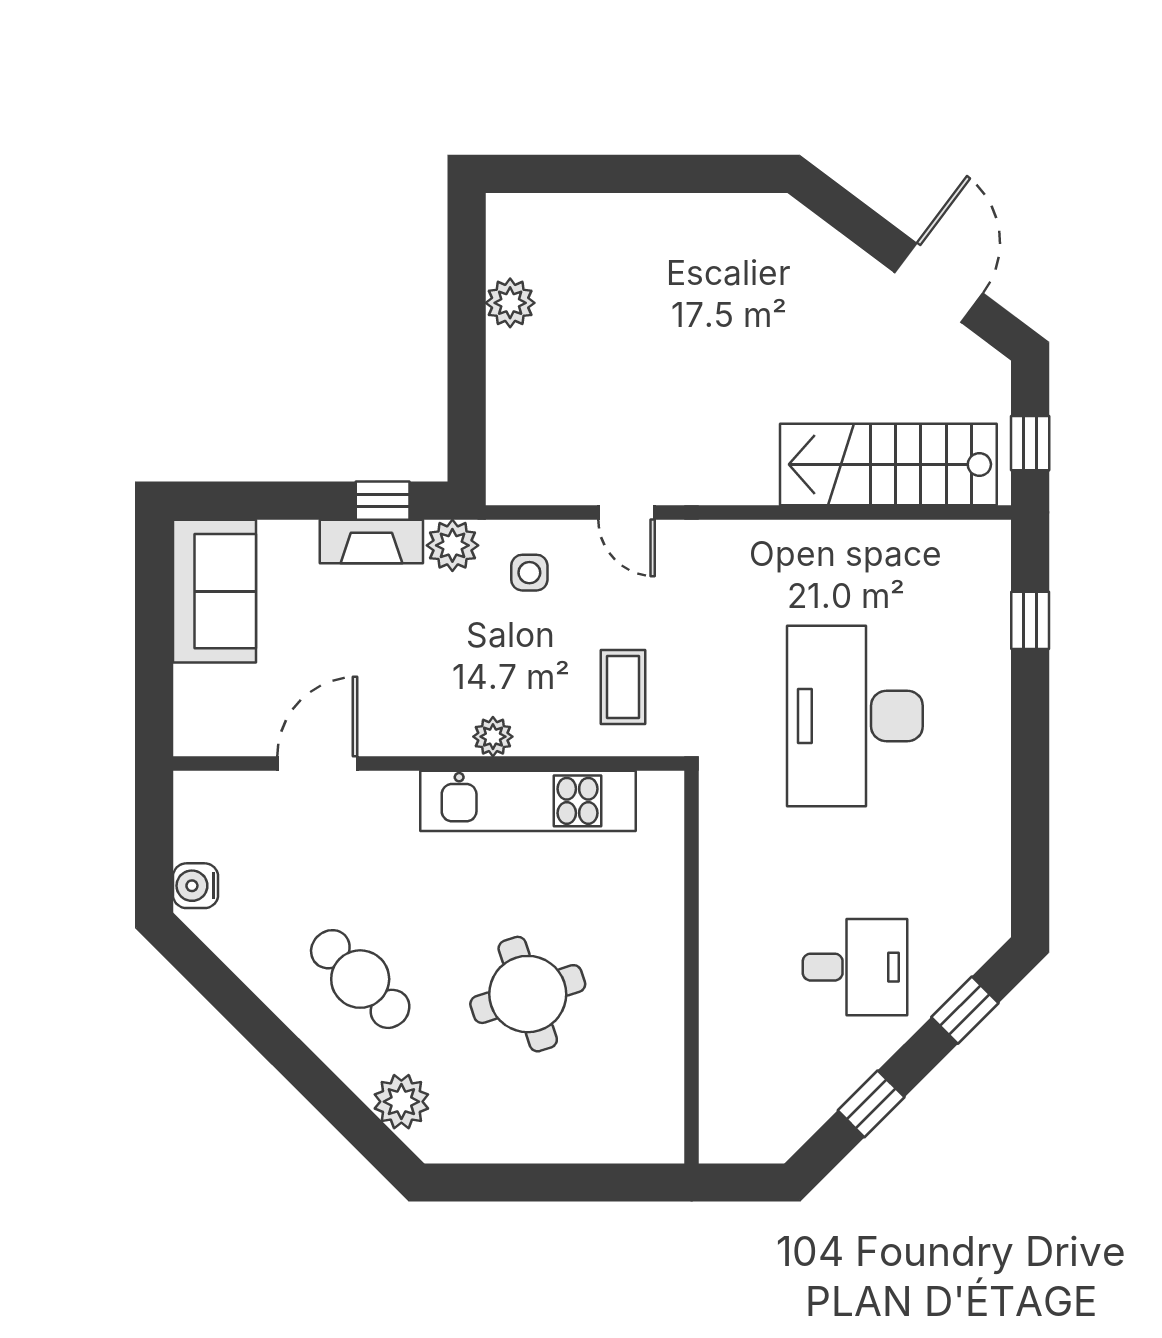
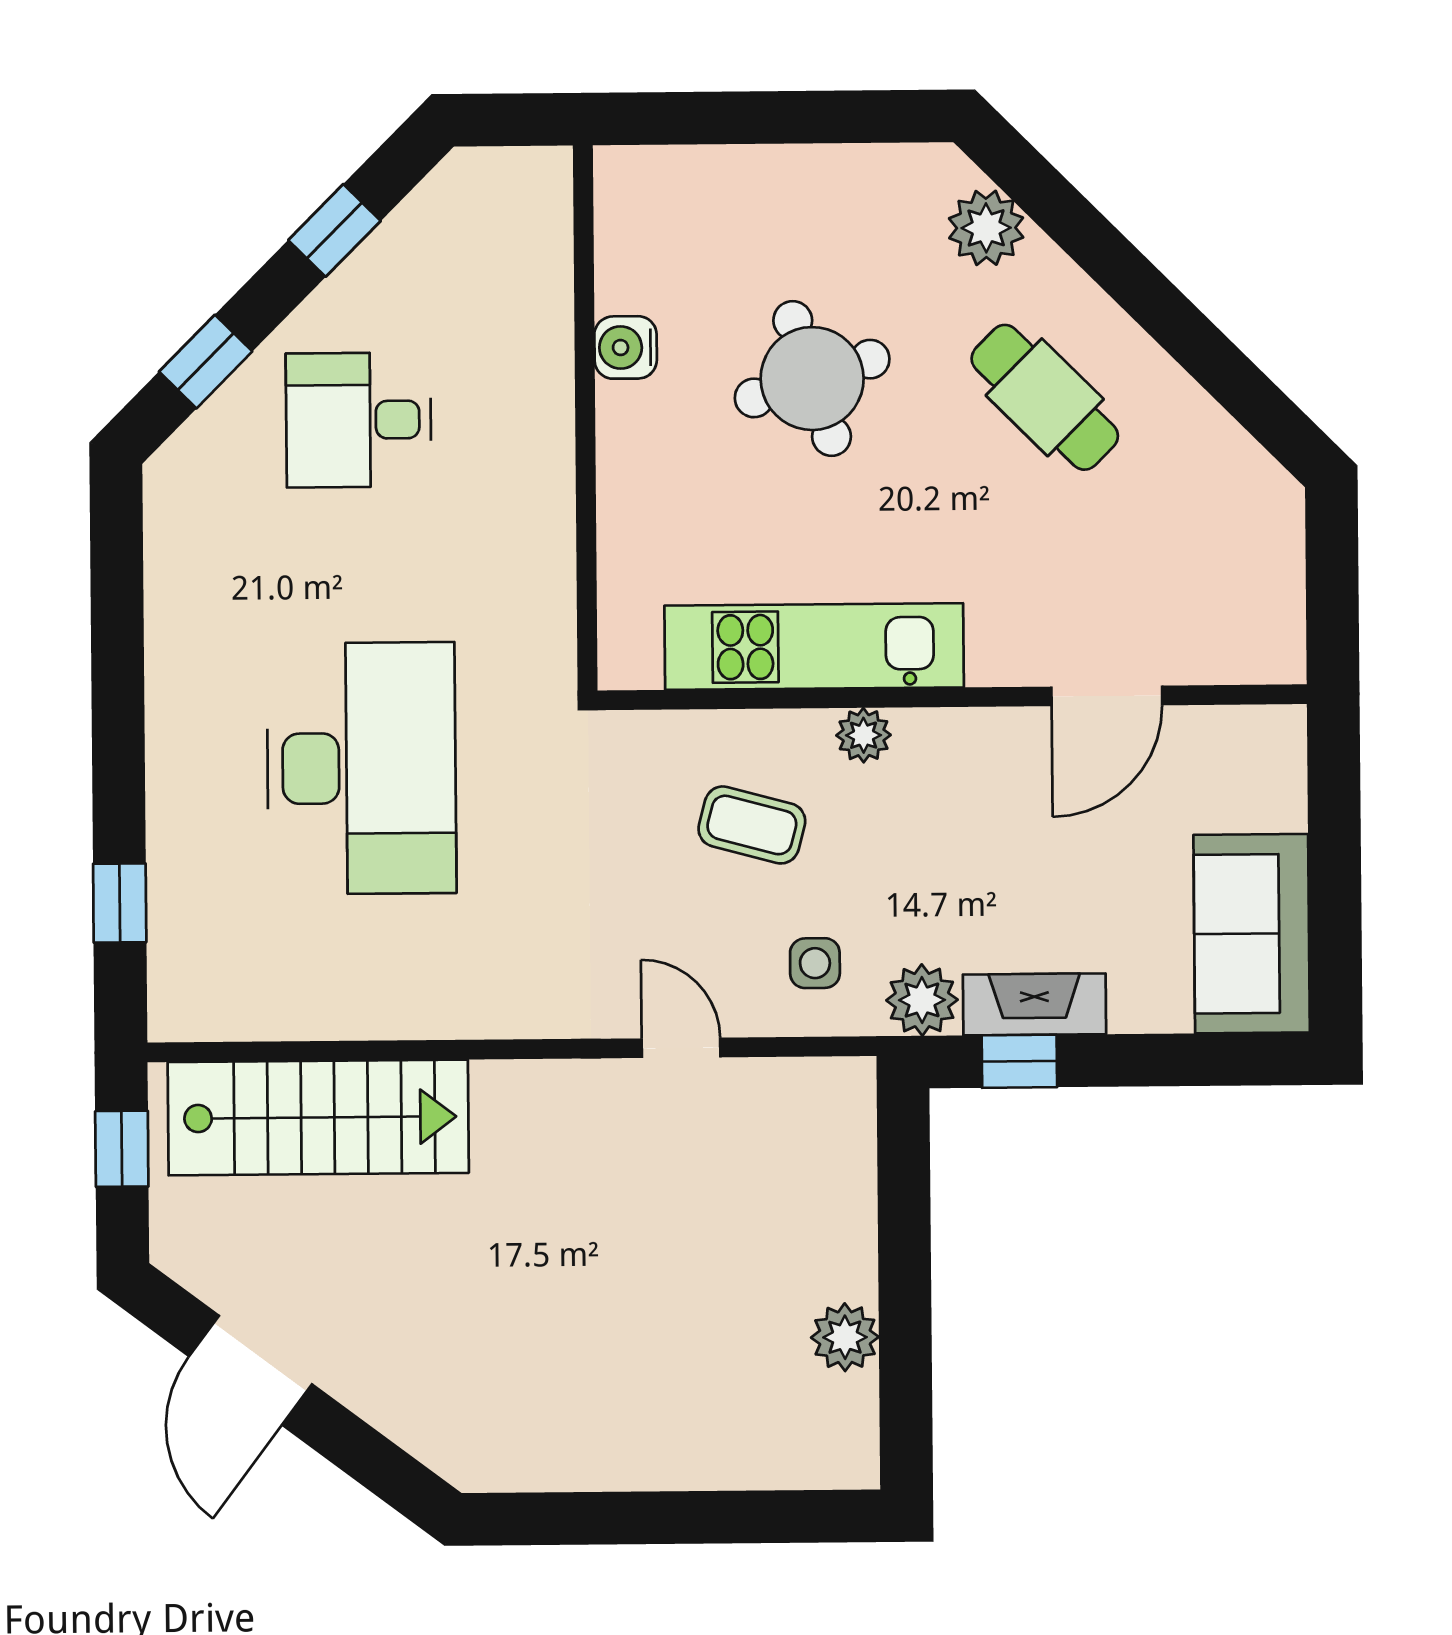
coffee table: (623, 687) -> (752, 825), moved, turned -75
water cooler: (196, 886) -> (626, 347), moved, turned 180

